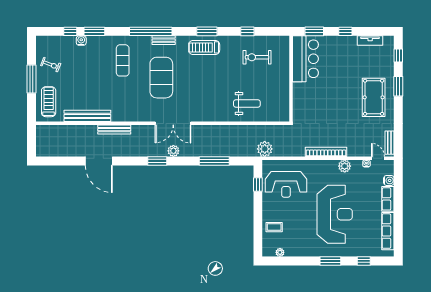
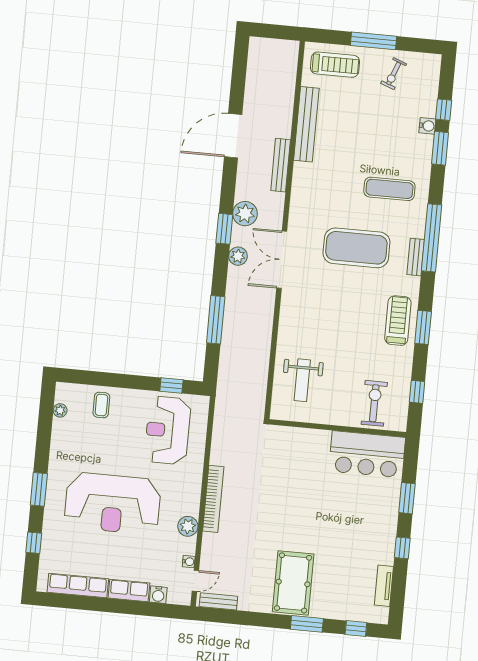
bar counter: (305, 59) -> (367, 454), moved
wall: (291, 79) -> (337, 428), moved
pool table: (374, 97) -> (293, 583), turned 90
plant: (265, 149) -> (245, 214), moved

